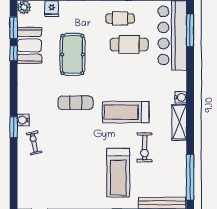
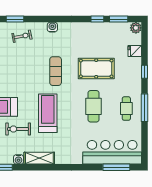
cafe table: (129, 44) -> (93, 106), moved
booth: (29, 45) -> (104, 32), removed
water cooler: (181, 97) -> (19, 159), moved
water cooler: (23, 120) -> (52, 27), moved
window: (14, 127) -> (15, 19), moved

